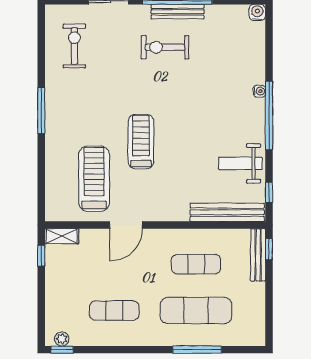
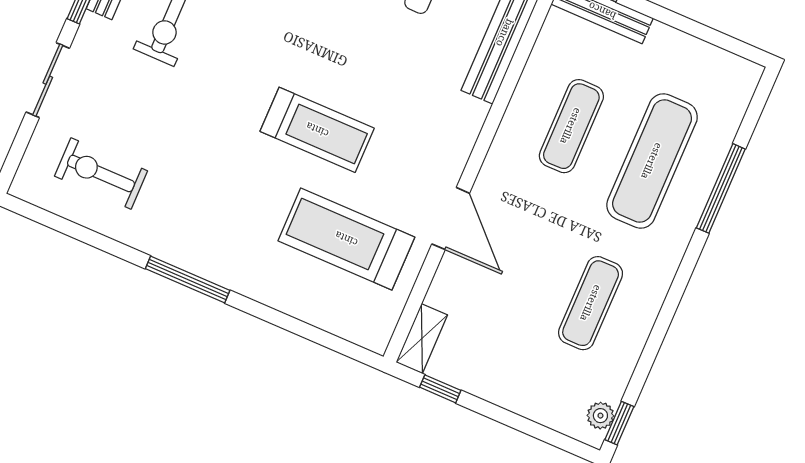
treadmill: (141, 142) -> (317, 130), turned 180

